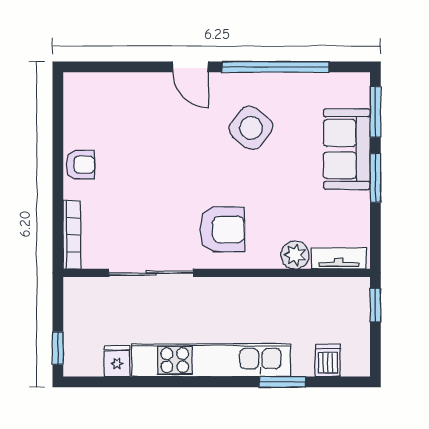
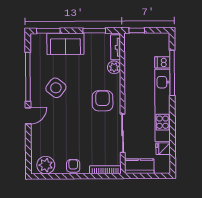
plant: (82, 105) -> (46, 165), added
window: (375, 178) -> (94, 31), moved
kitchen counter: (79, 309) -> (139, 166), added
window: (58, 348) -> (157, 176), removed
dishwasher: (328, 360) -> (162, 62), moved
window: (282, 382) -> (172, 73), width x2.11

